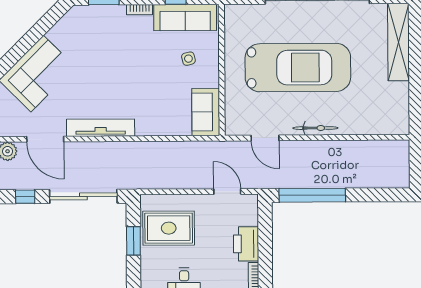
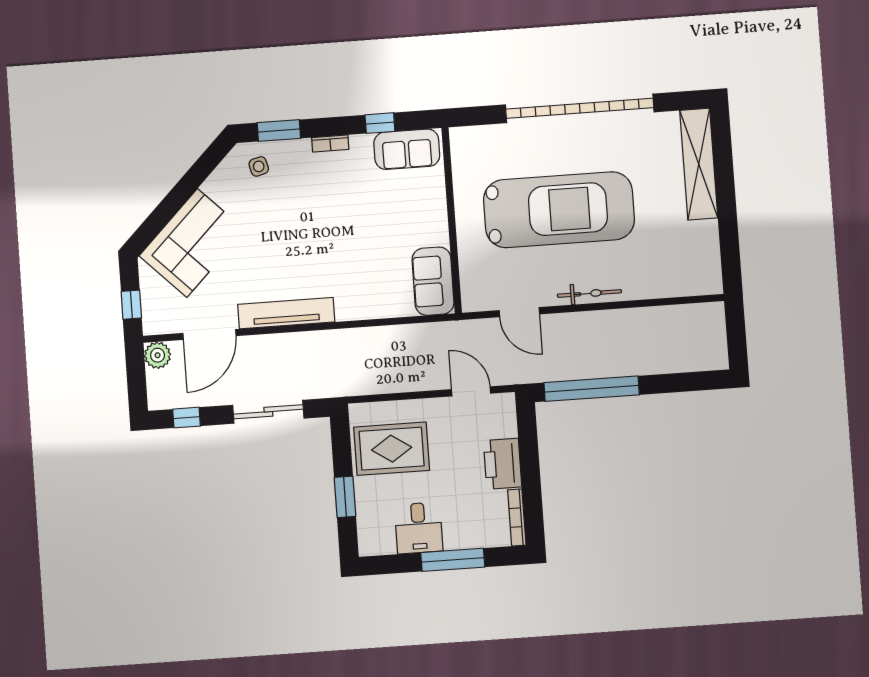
sofa: (185, 18) -> (407, 149), width x0.73
side table: (188, 59) -> (259, 166), moved
door: (45, 139) -> (209, 335), hinge flipped
sliding door: (83, 196) -> (268, 412), width x0.73
window: (133, 241) -> (345, 497), moved

